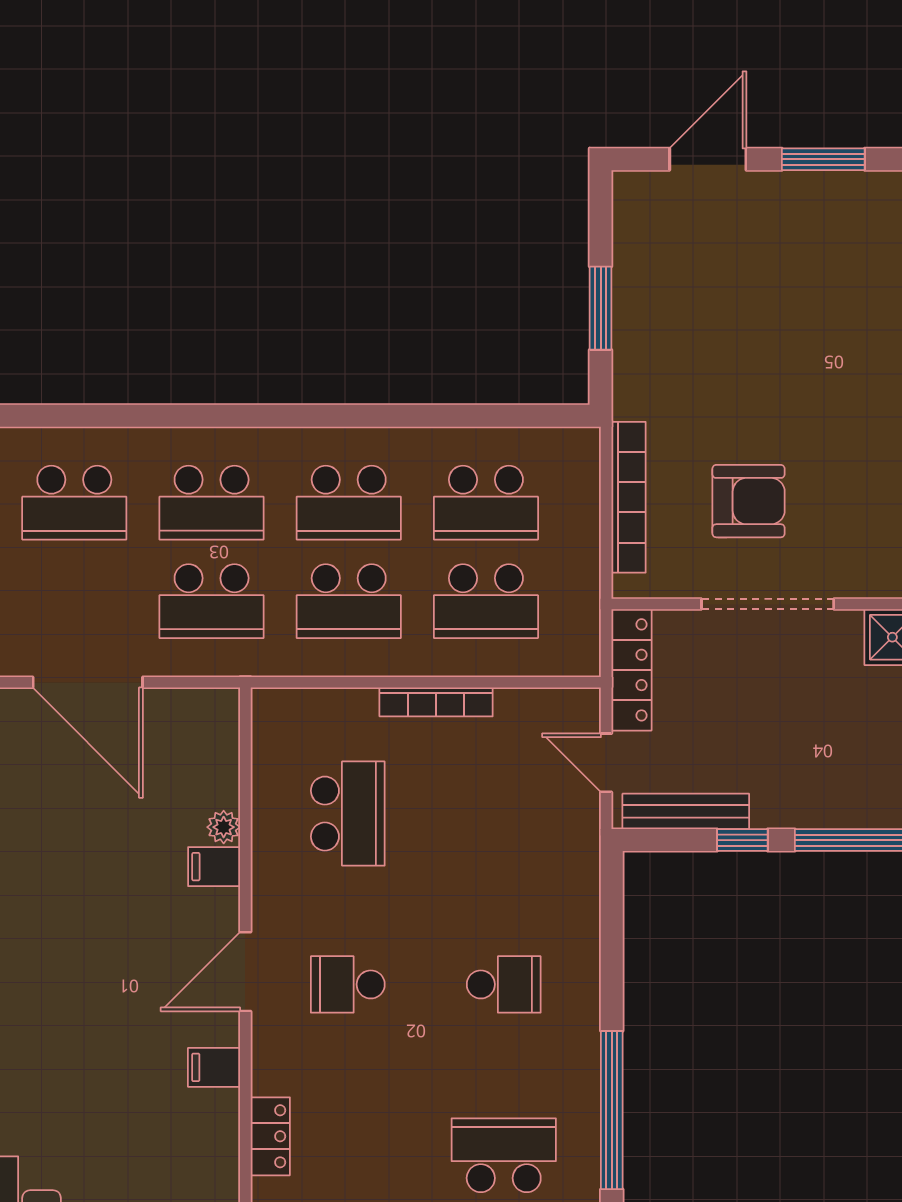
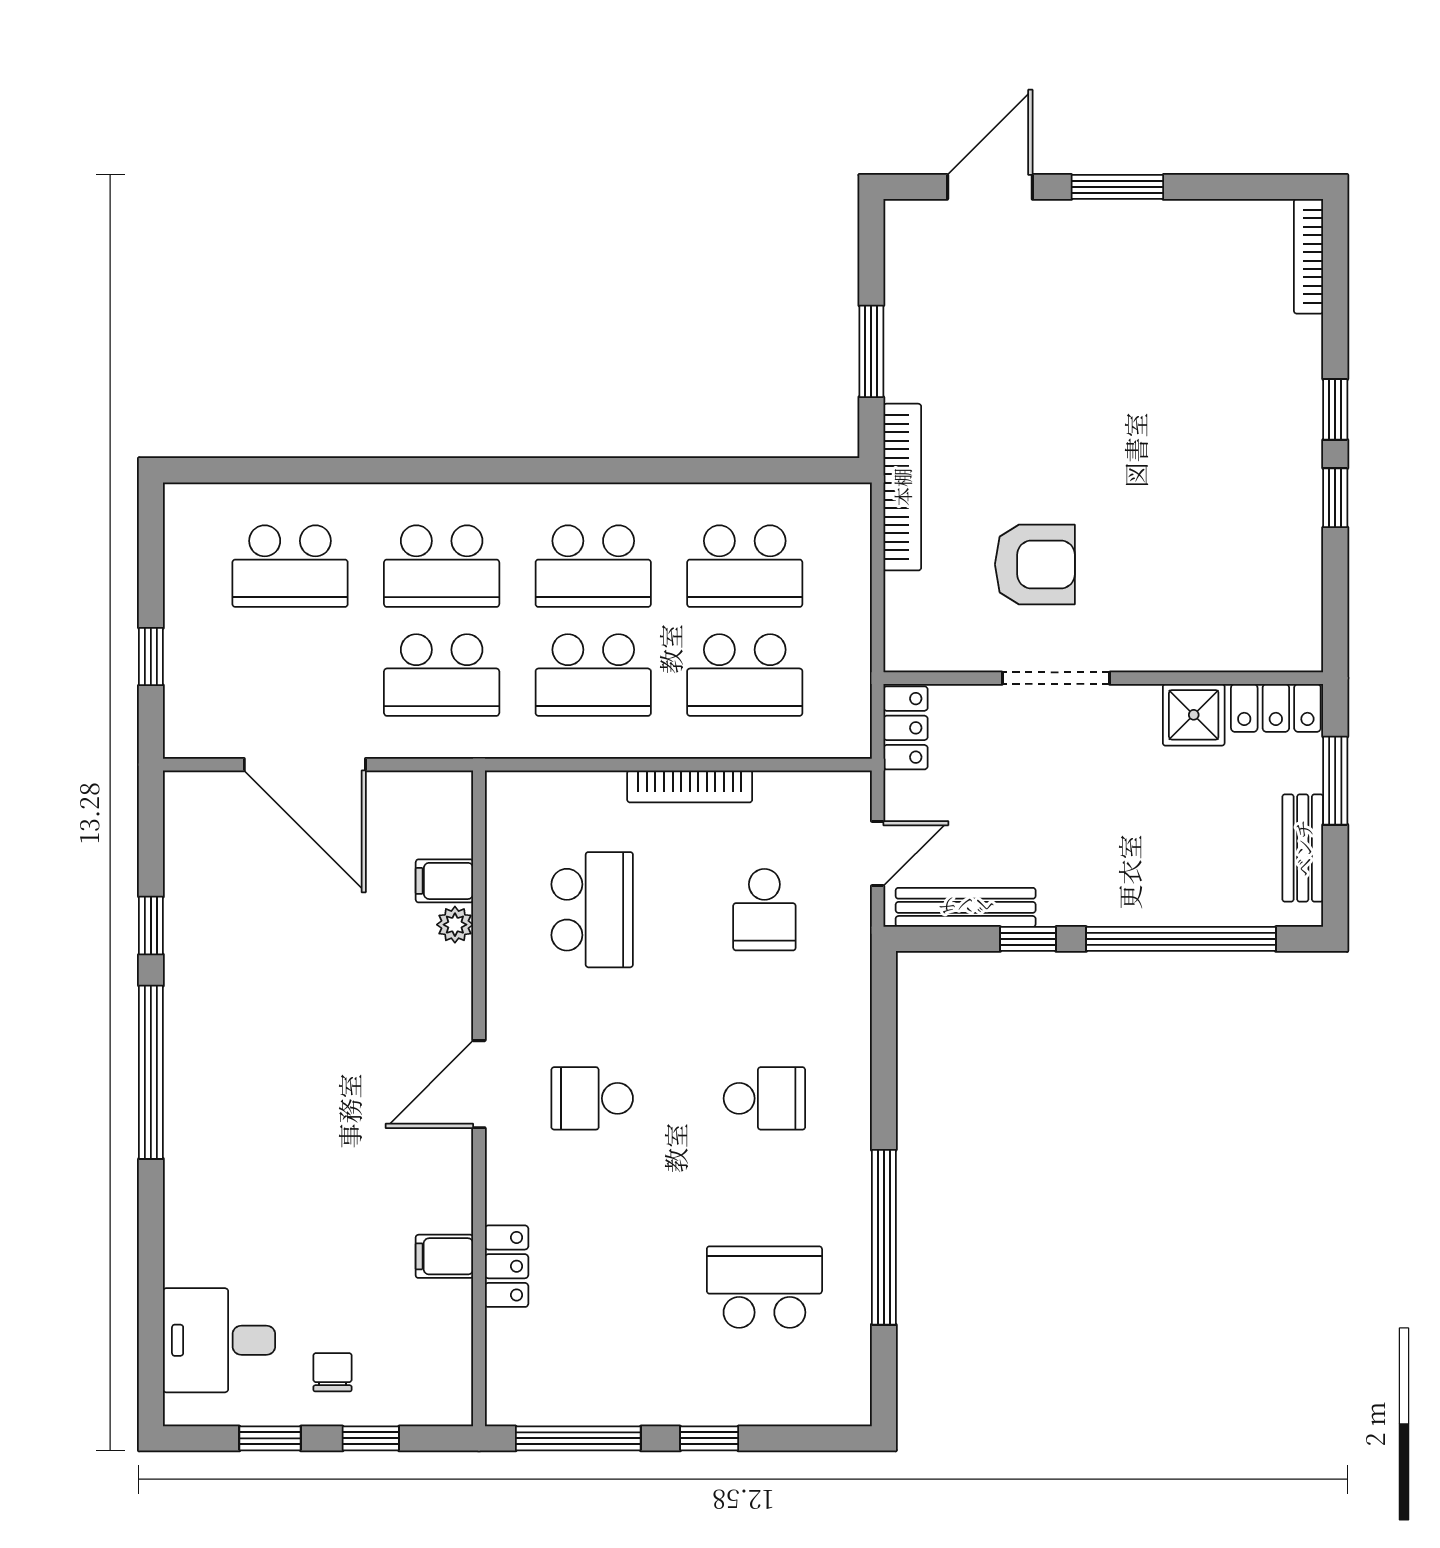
bookcase: (629, 497) -> (902, 487), moved
doorway: (768, 604) -> (1056, 678), width x0.73
locker: (631, 670) -> (906, 728), width x0.66
door: (606, 763) -> (878, 853), swing flipped
school desk: (504, 814) -> (764, 910), added
filing cabinet: (214, 867) -> (444, 881), moved
filing cabinet: (214, 1067) -> (444, 1256), moved

